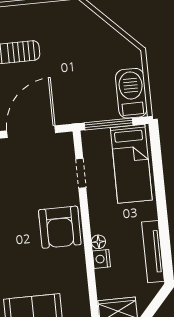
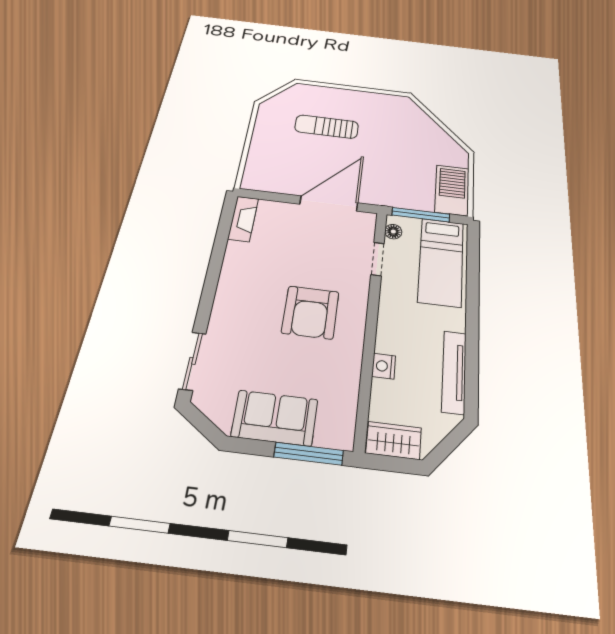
armchair: (60, 227) -> (310, 312), moved
floor lamp: (98, 242) -> (393, 232), moved

